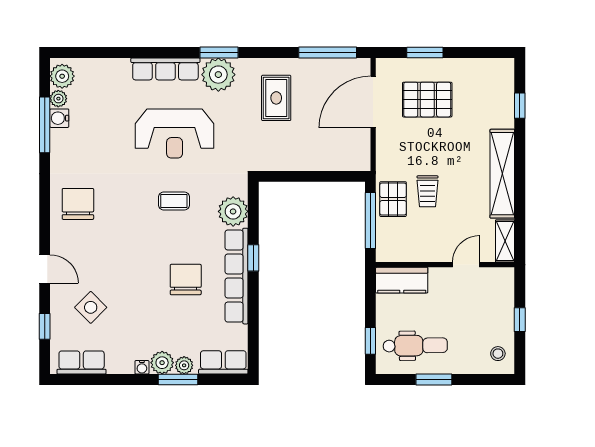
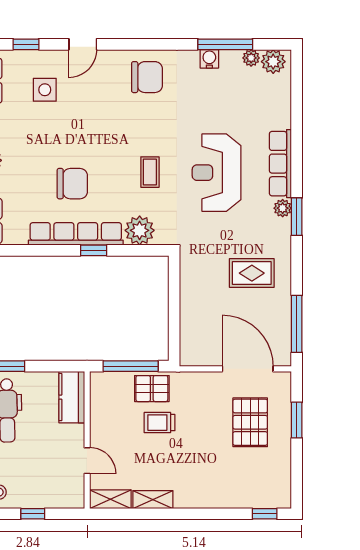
plant: (218, 75) -> (283, 208), width x0.53, depth x0.53
window: (520, 106) -> (265, 514), moved
water cooler: (59, 118) -> (209, 59), moved
shelving: (502, 174) -> (153, 500), width x0.45, depth x0.75
side table: (91, 307) -> (45, 90), turned 45

